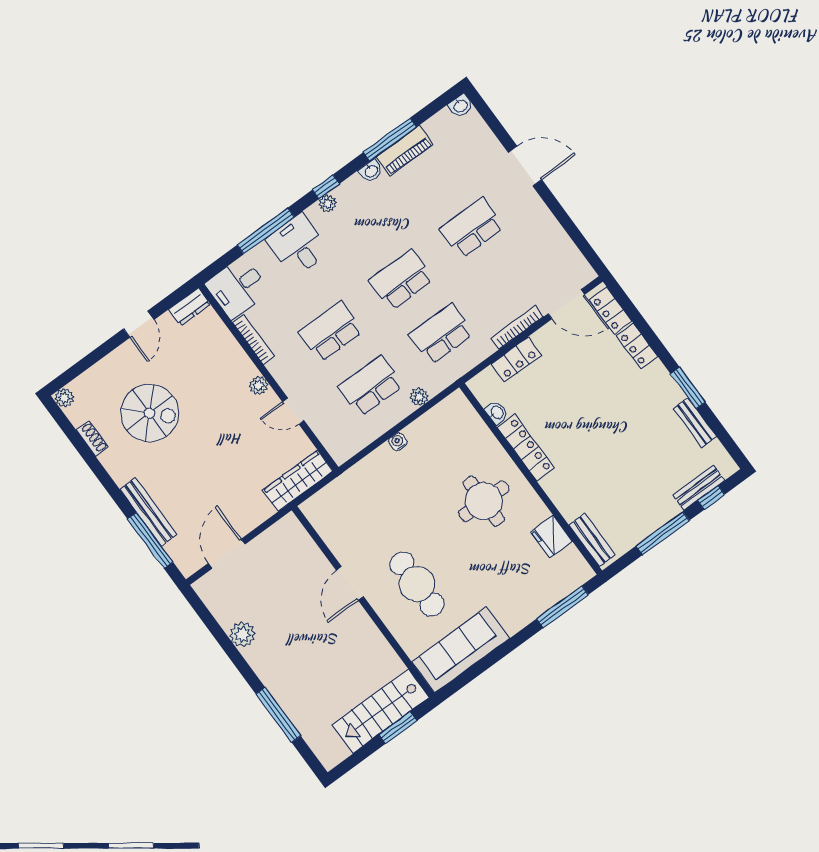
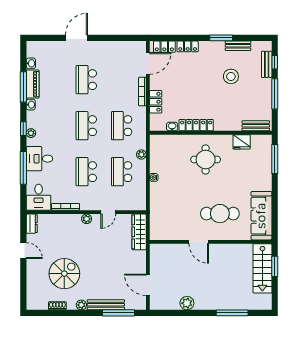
washbasin: (460, 106) -> (31, 63), moved
plant: (64, 398) -> (81, 305), moved
stool: (640, 446) -> (231, 76), added

